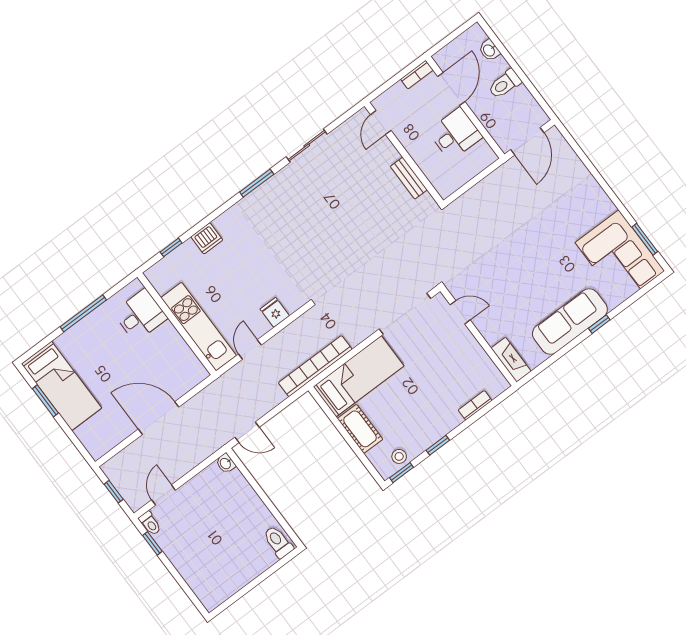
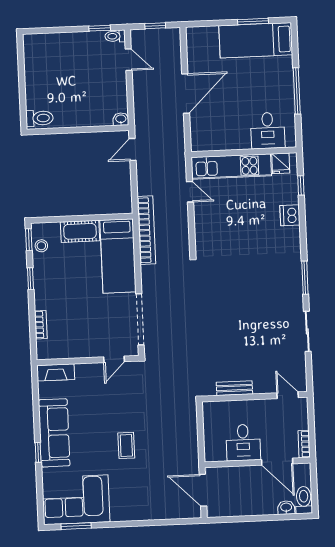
toilet: (505, 84) -> (304, 500), moved
coffee table: (535, 244) -> (126, 445), added
fridge: (275, 312) -> (281, 163), moved, turned 90

